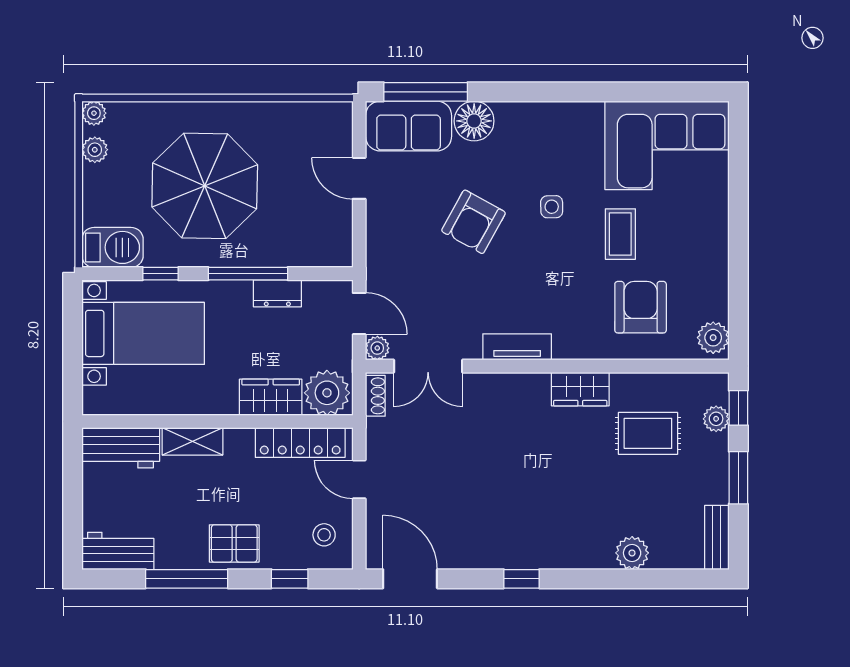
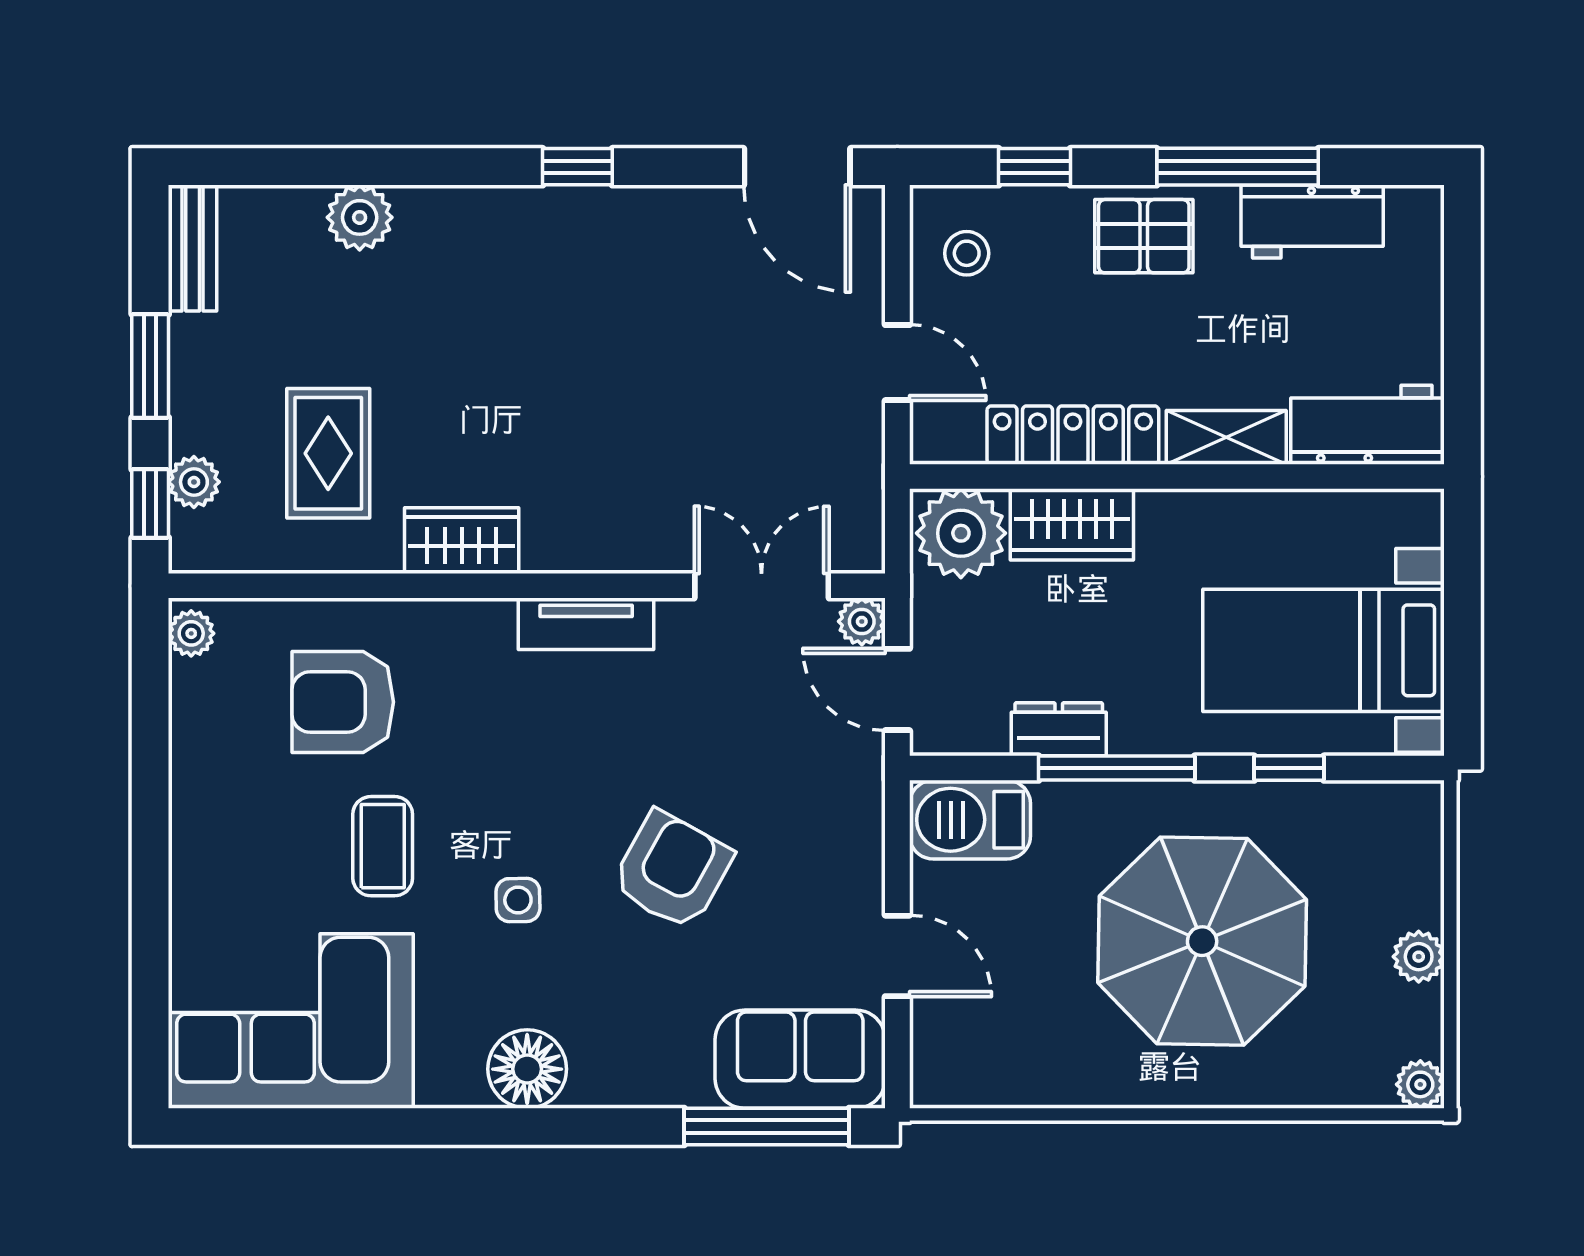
floor lamp: (474, 121) -> (527, 1069), moved
plant: (95, 150) -> (1419, 957), moved
barbecue: (113, 247) -> (970, 820), moved
armchair: (641, 307) -> (343, 702), turned 90
plant: (713, 338) -> (191, 633), width x0.73, depth x0.73
shoe rack: (375, 396) -> (866, 527), removed
rug: (648, 433) -> (328, 453), turned 90
locker: (300, 443) -> (1073, 435), moved
workbench: (118, 551) -> (1312, 222), moved

